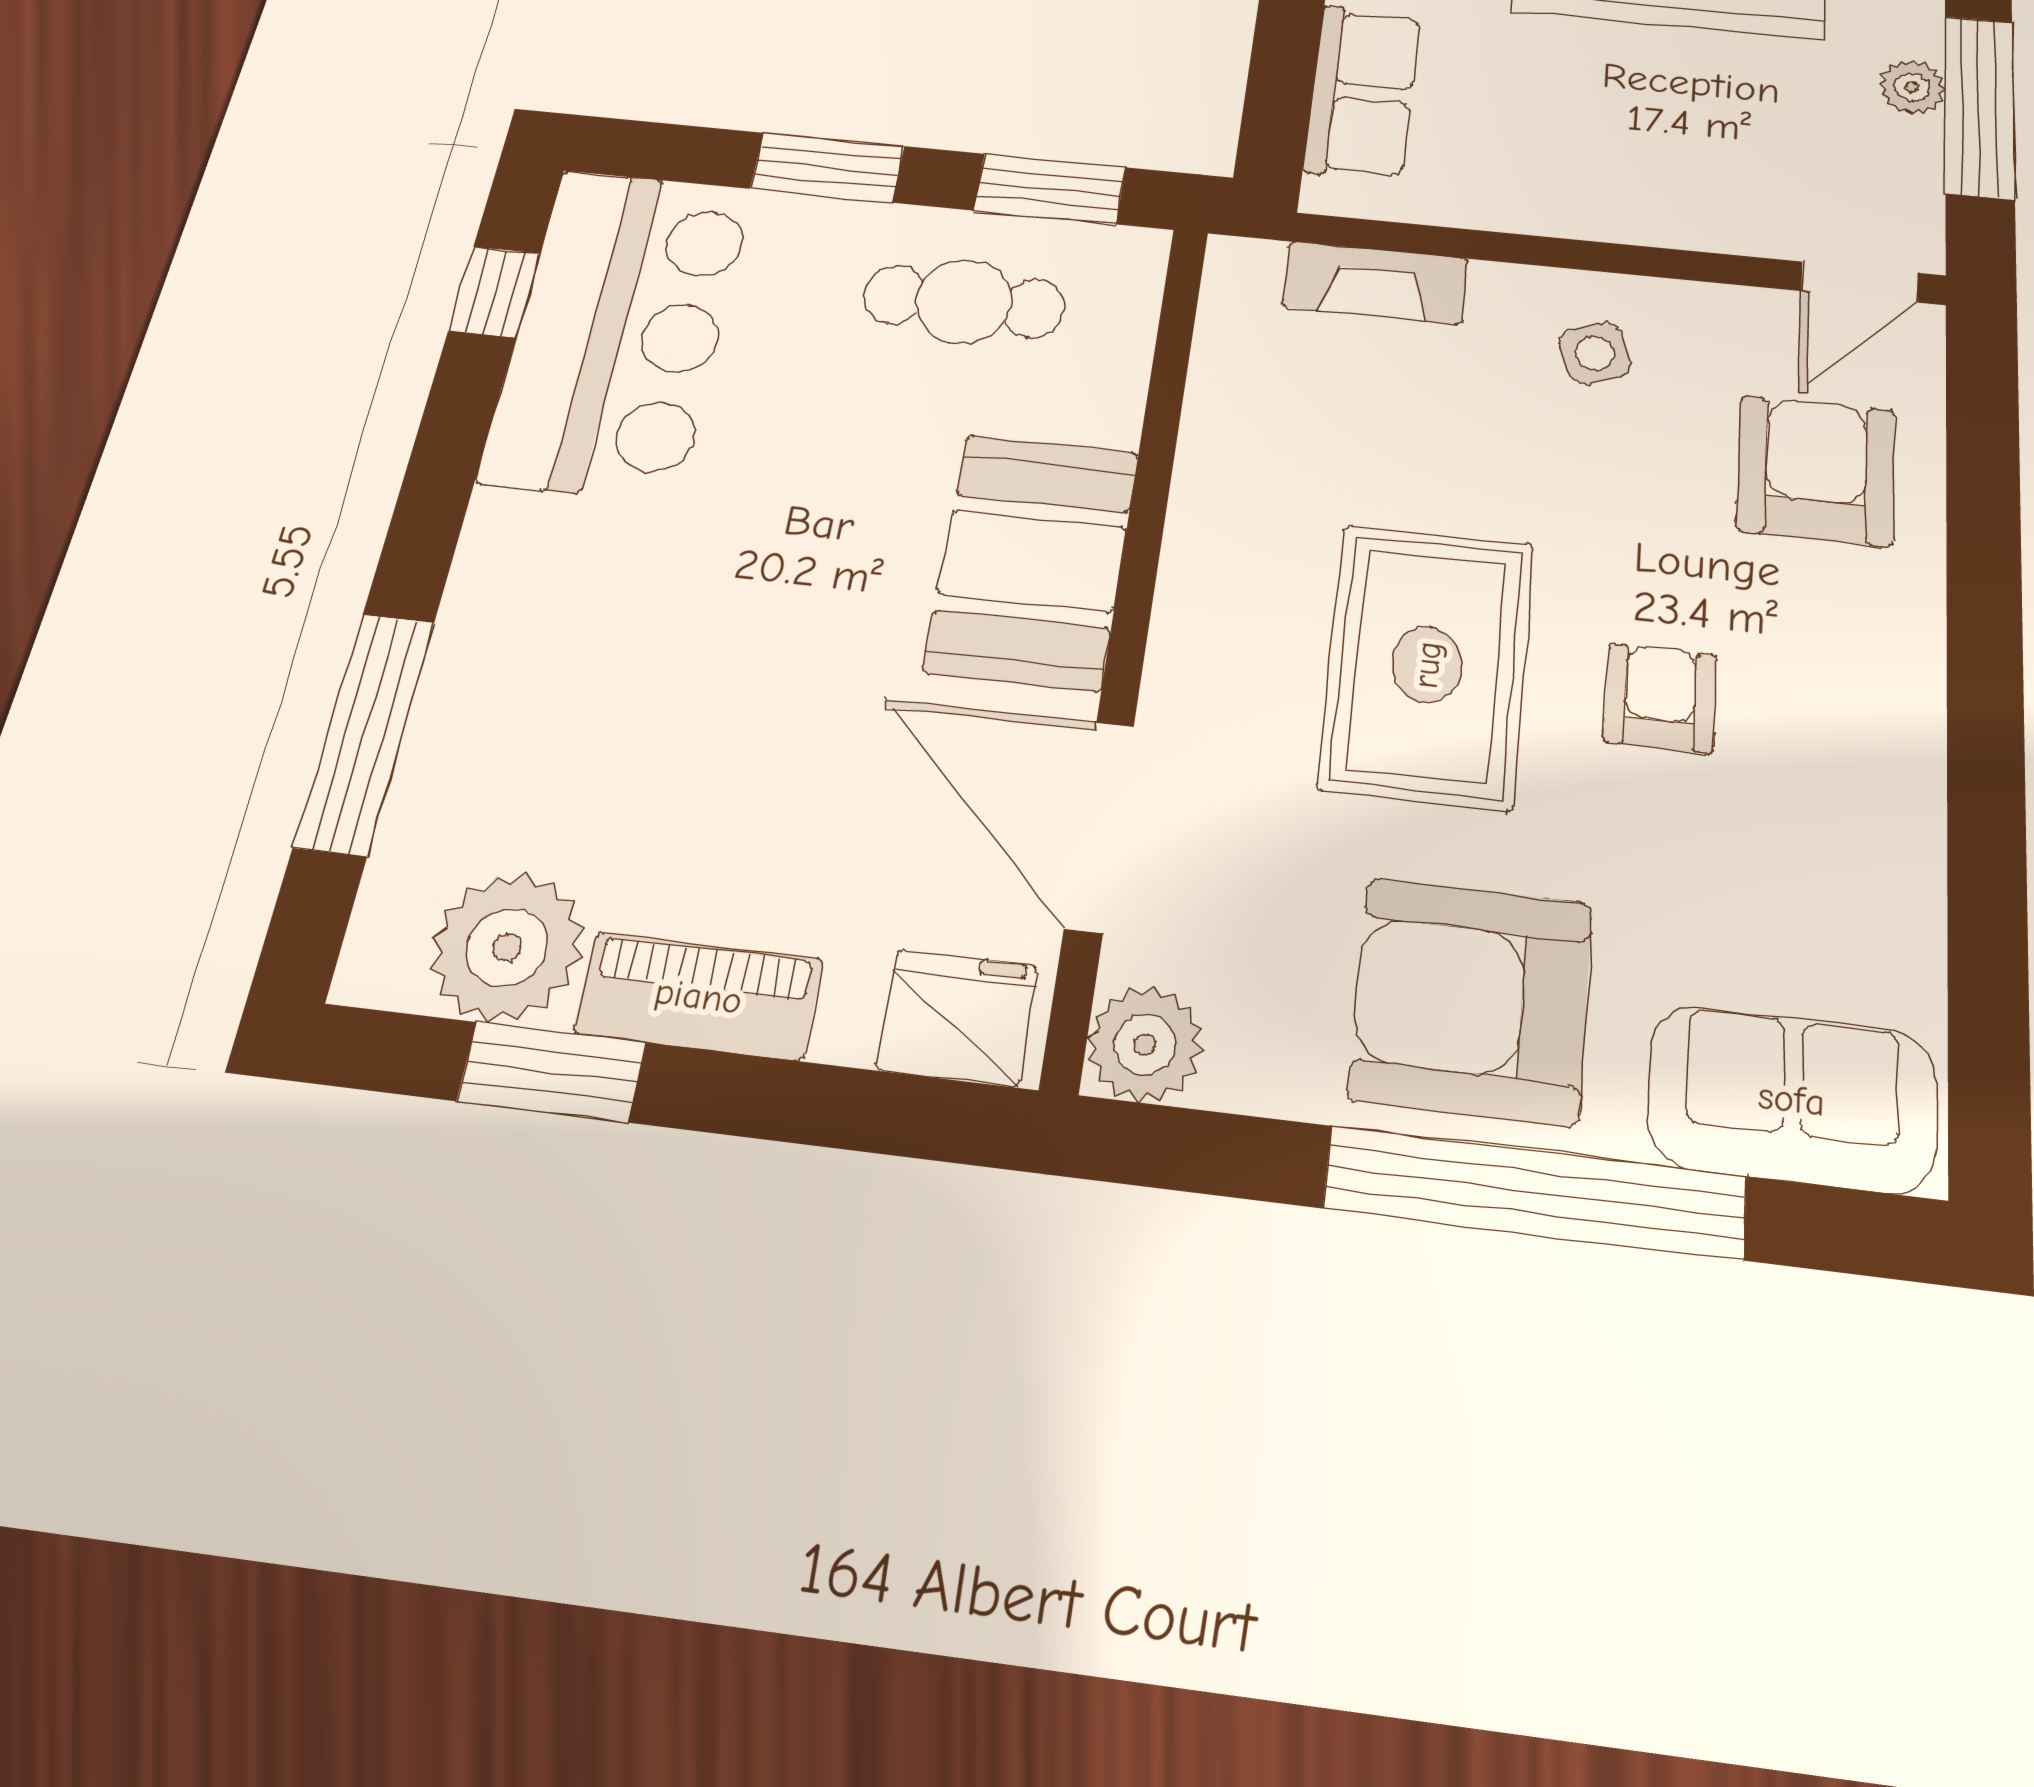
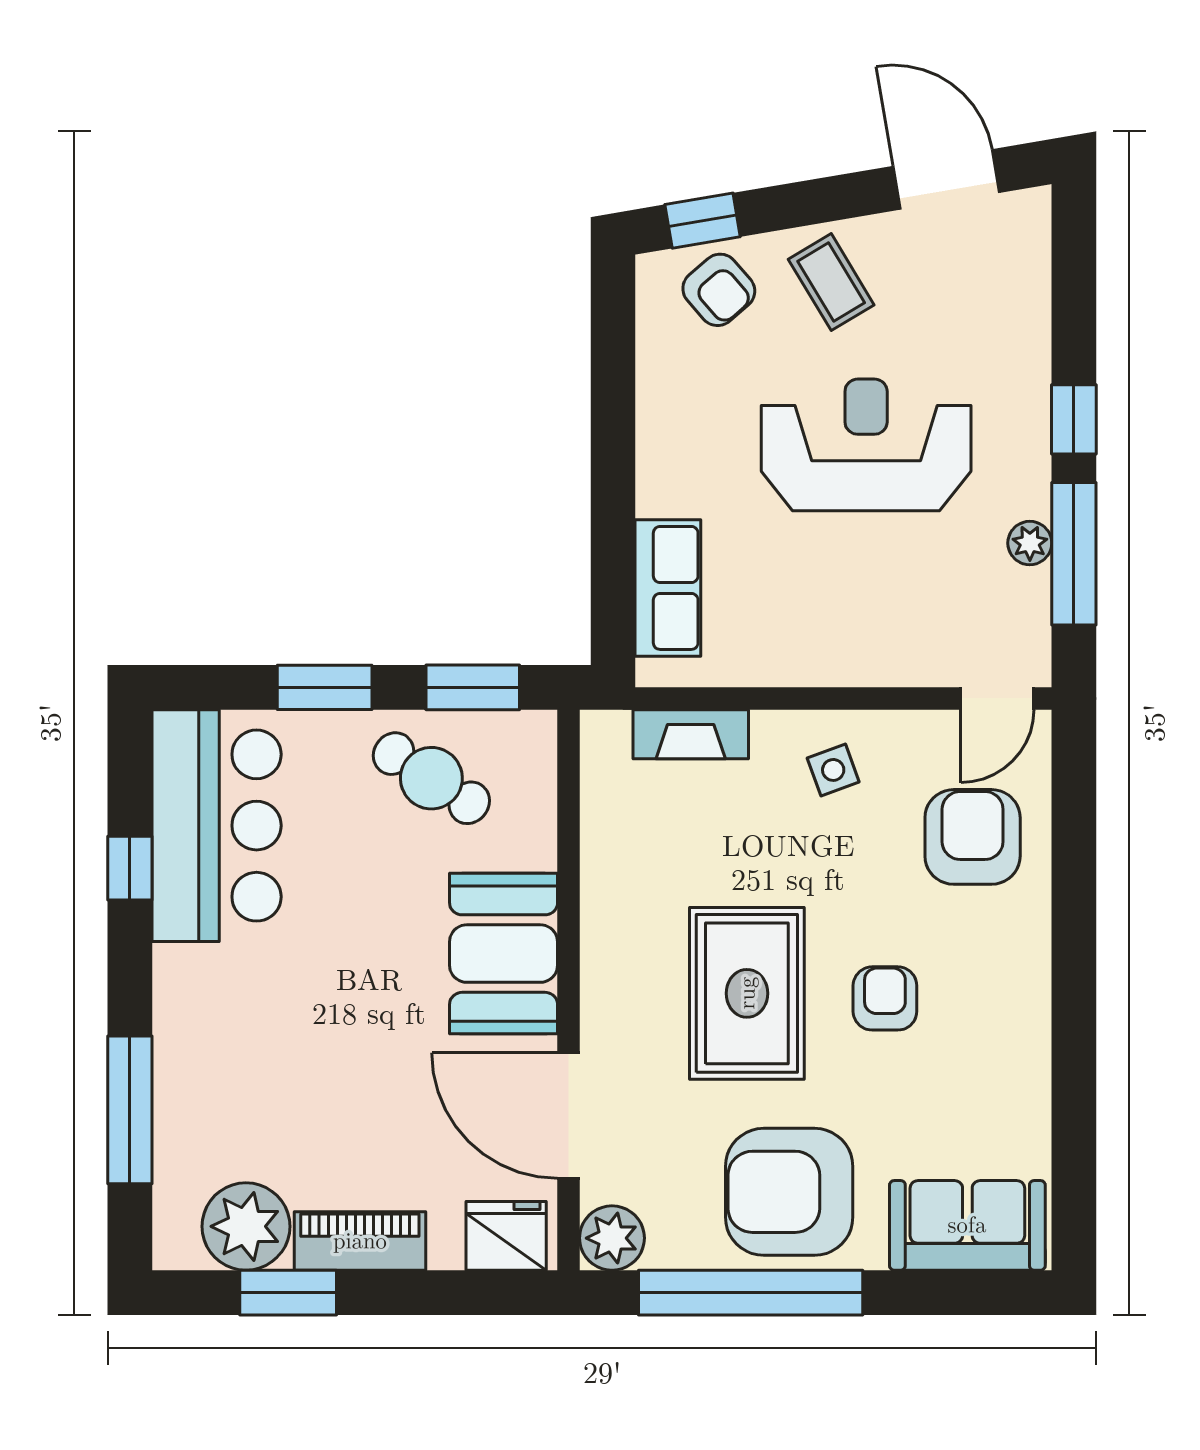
window: (494, 292) -> (130, 868), moved
cafe table: (964, 302) -> (431, 778), turned 33
window: (1535, 1192) -> (751, 1293), moved

